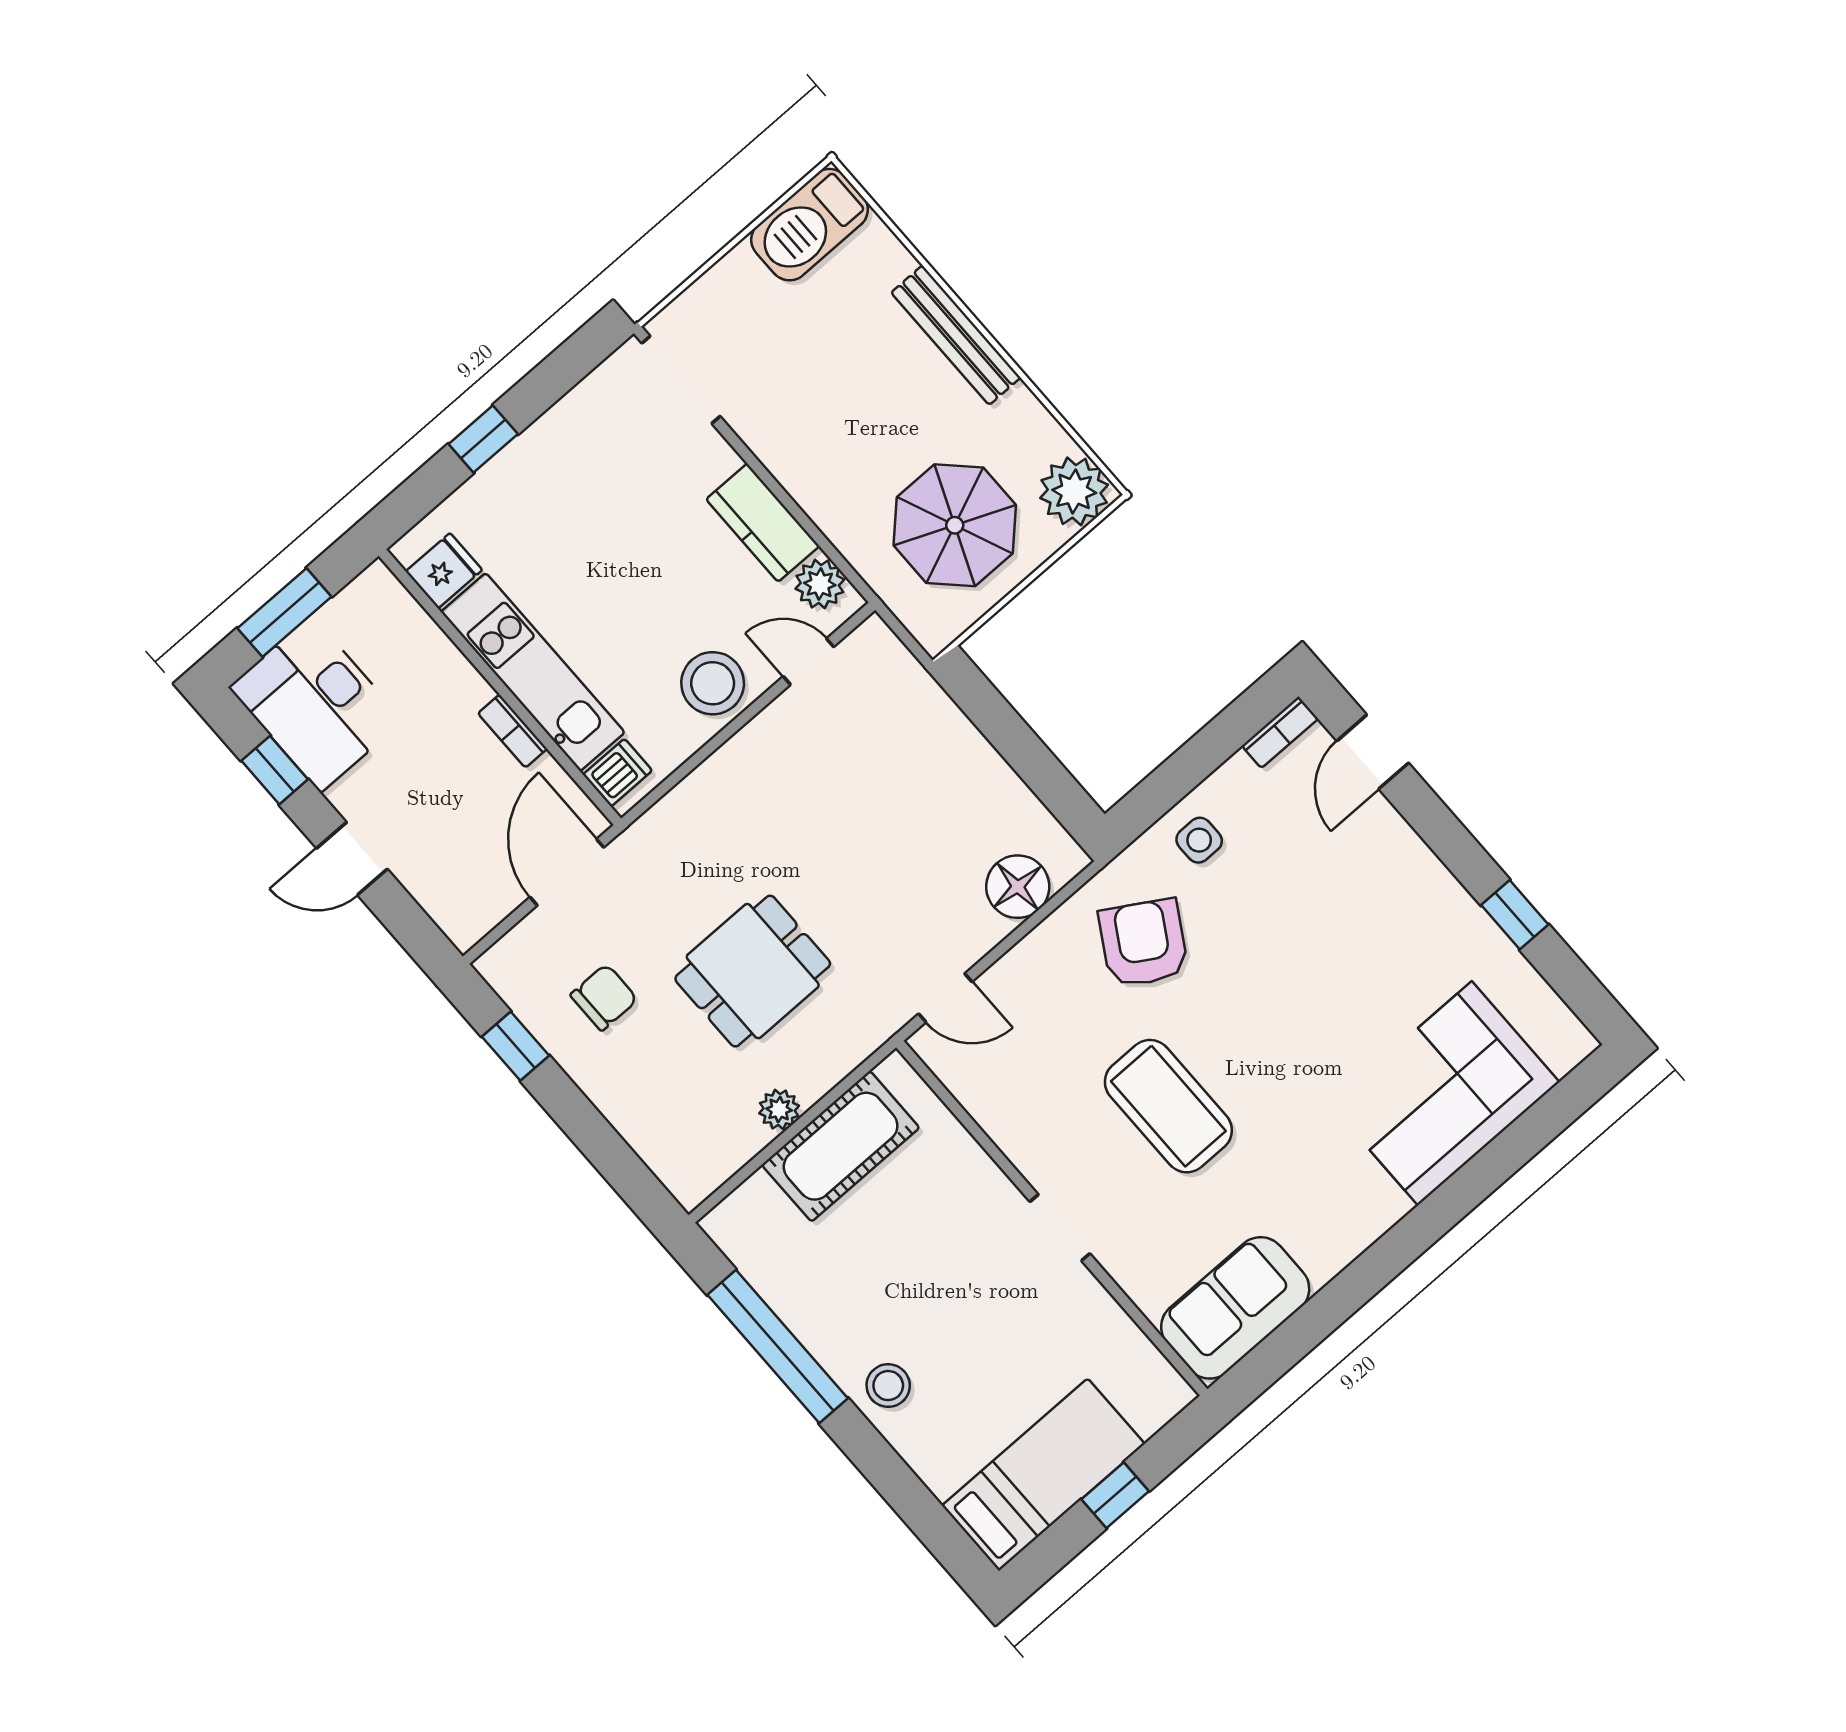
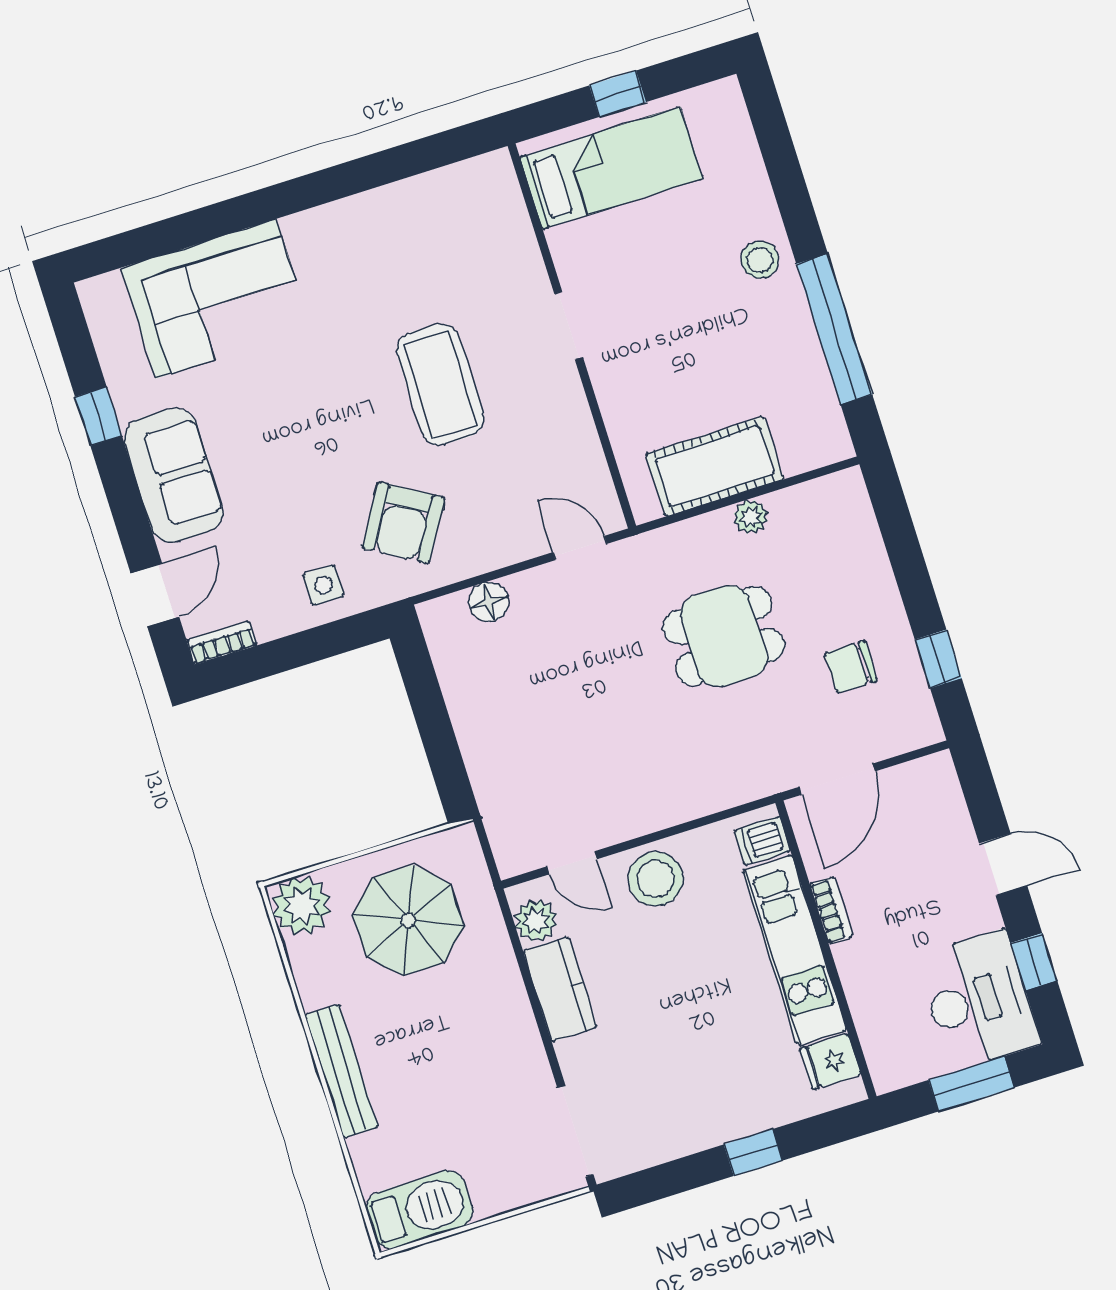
floor lamp: (1018, 887) -> (489, 602), width x0.73, depth x0.73
sofa: (1235, 1308) -> (174, 475), moved, turned -90
bed: (1043, 1475) -> (611, 168), moved, turned 180

